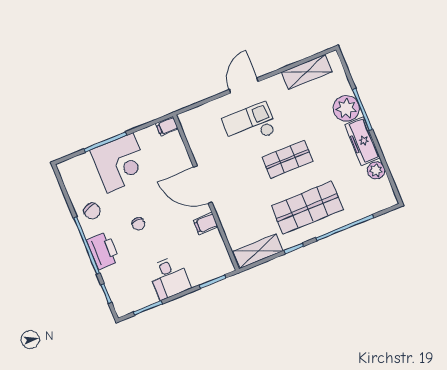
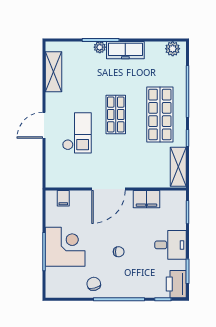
door: (244, 86) -> (44, 125), hinge flipped
plant: (346, 108) -> (100, 47), width x0.53, depth x0.53
checkout: (250, 125) -> (77, 133), turned 180
filing cabinet: (167, 126) -> (63, 198), moved
plant: (376, 170) -> (173, 49), moved
chair: (92, 211) -> (94, 284), turned -82
filing cabinet: (206, 224) -> (146, 199), width x2.00
printer: (103, 251) -> (176, 284), moved, turned -90

